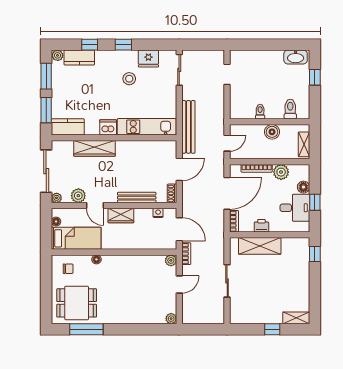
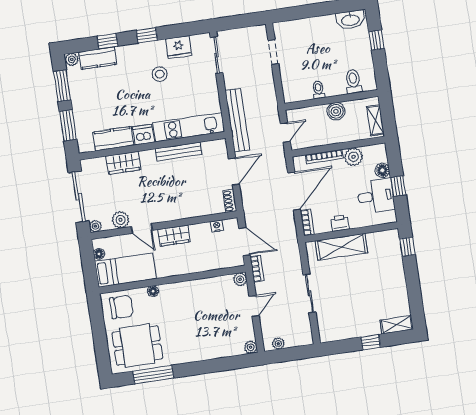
kitchen counter: (68, 127) -> (113, 139), moved
wardrobe: (95, 148) -> (123, 163), width x0.67
bench: (137, 198) -> (179, 151), moved
chair: (68, 269) -> (121, 307), width x1.87, depth x1.87
plant: (195, 319) -> (278, 344), added

